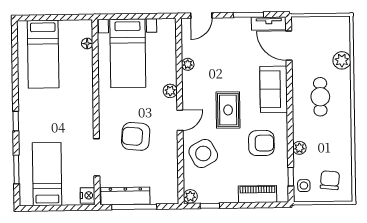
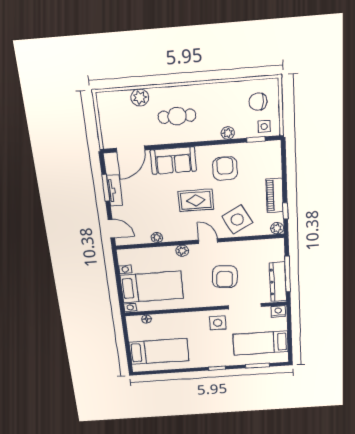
tv unit: (269, 24) -> (115, 190), moved
side table: (77, 125) -> (218, 323), added
piano: (257, 194) -> (275, 195), moved

